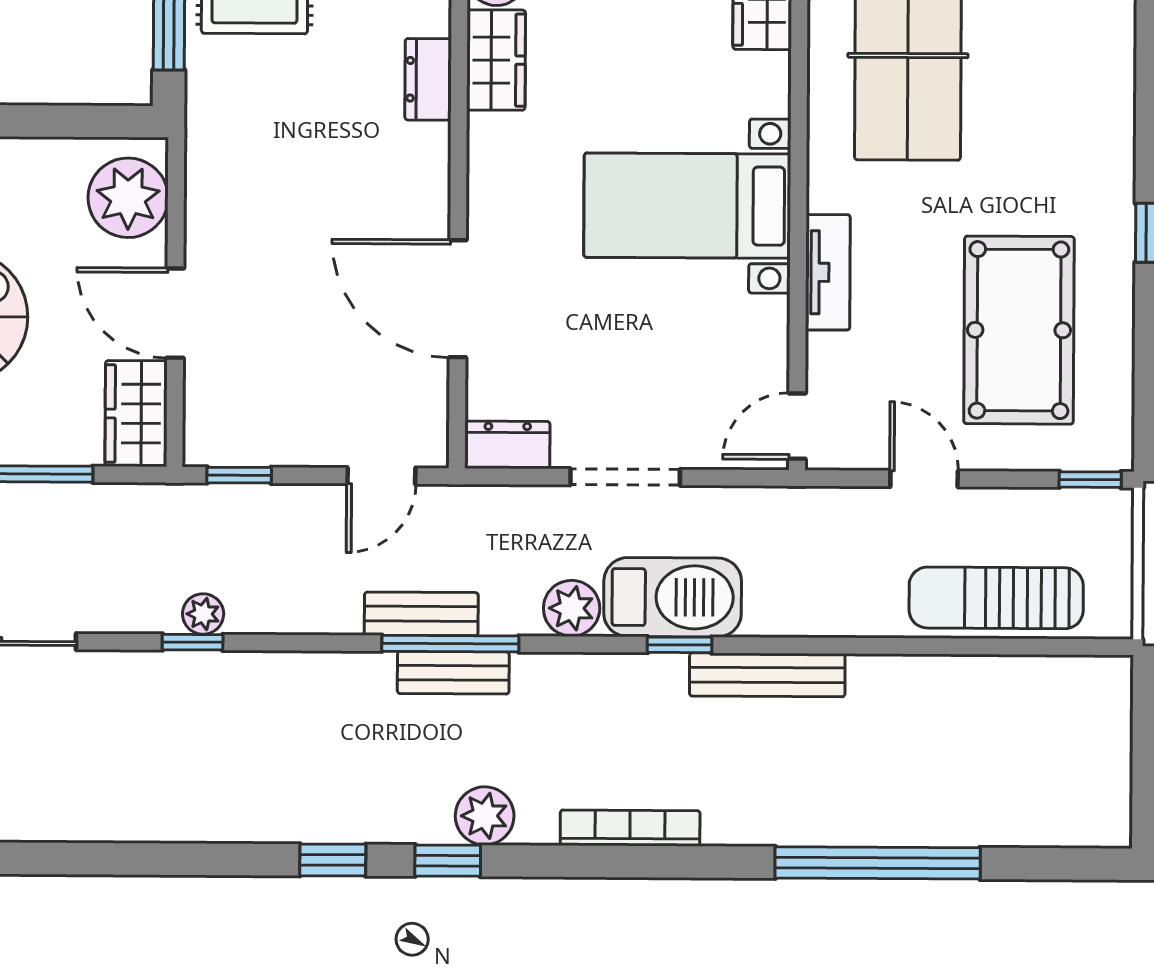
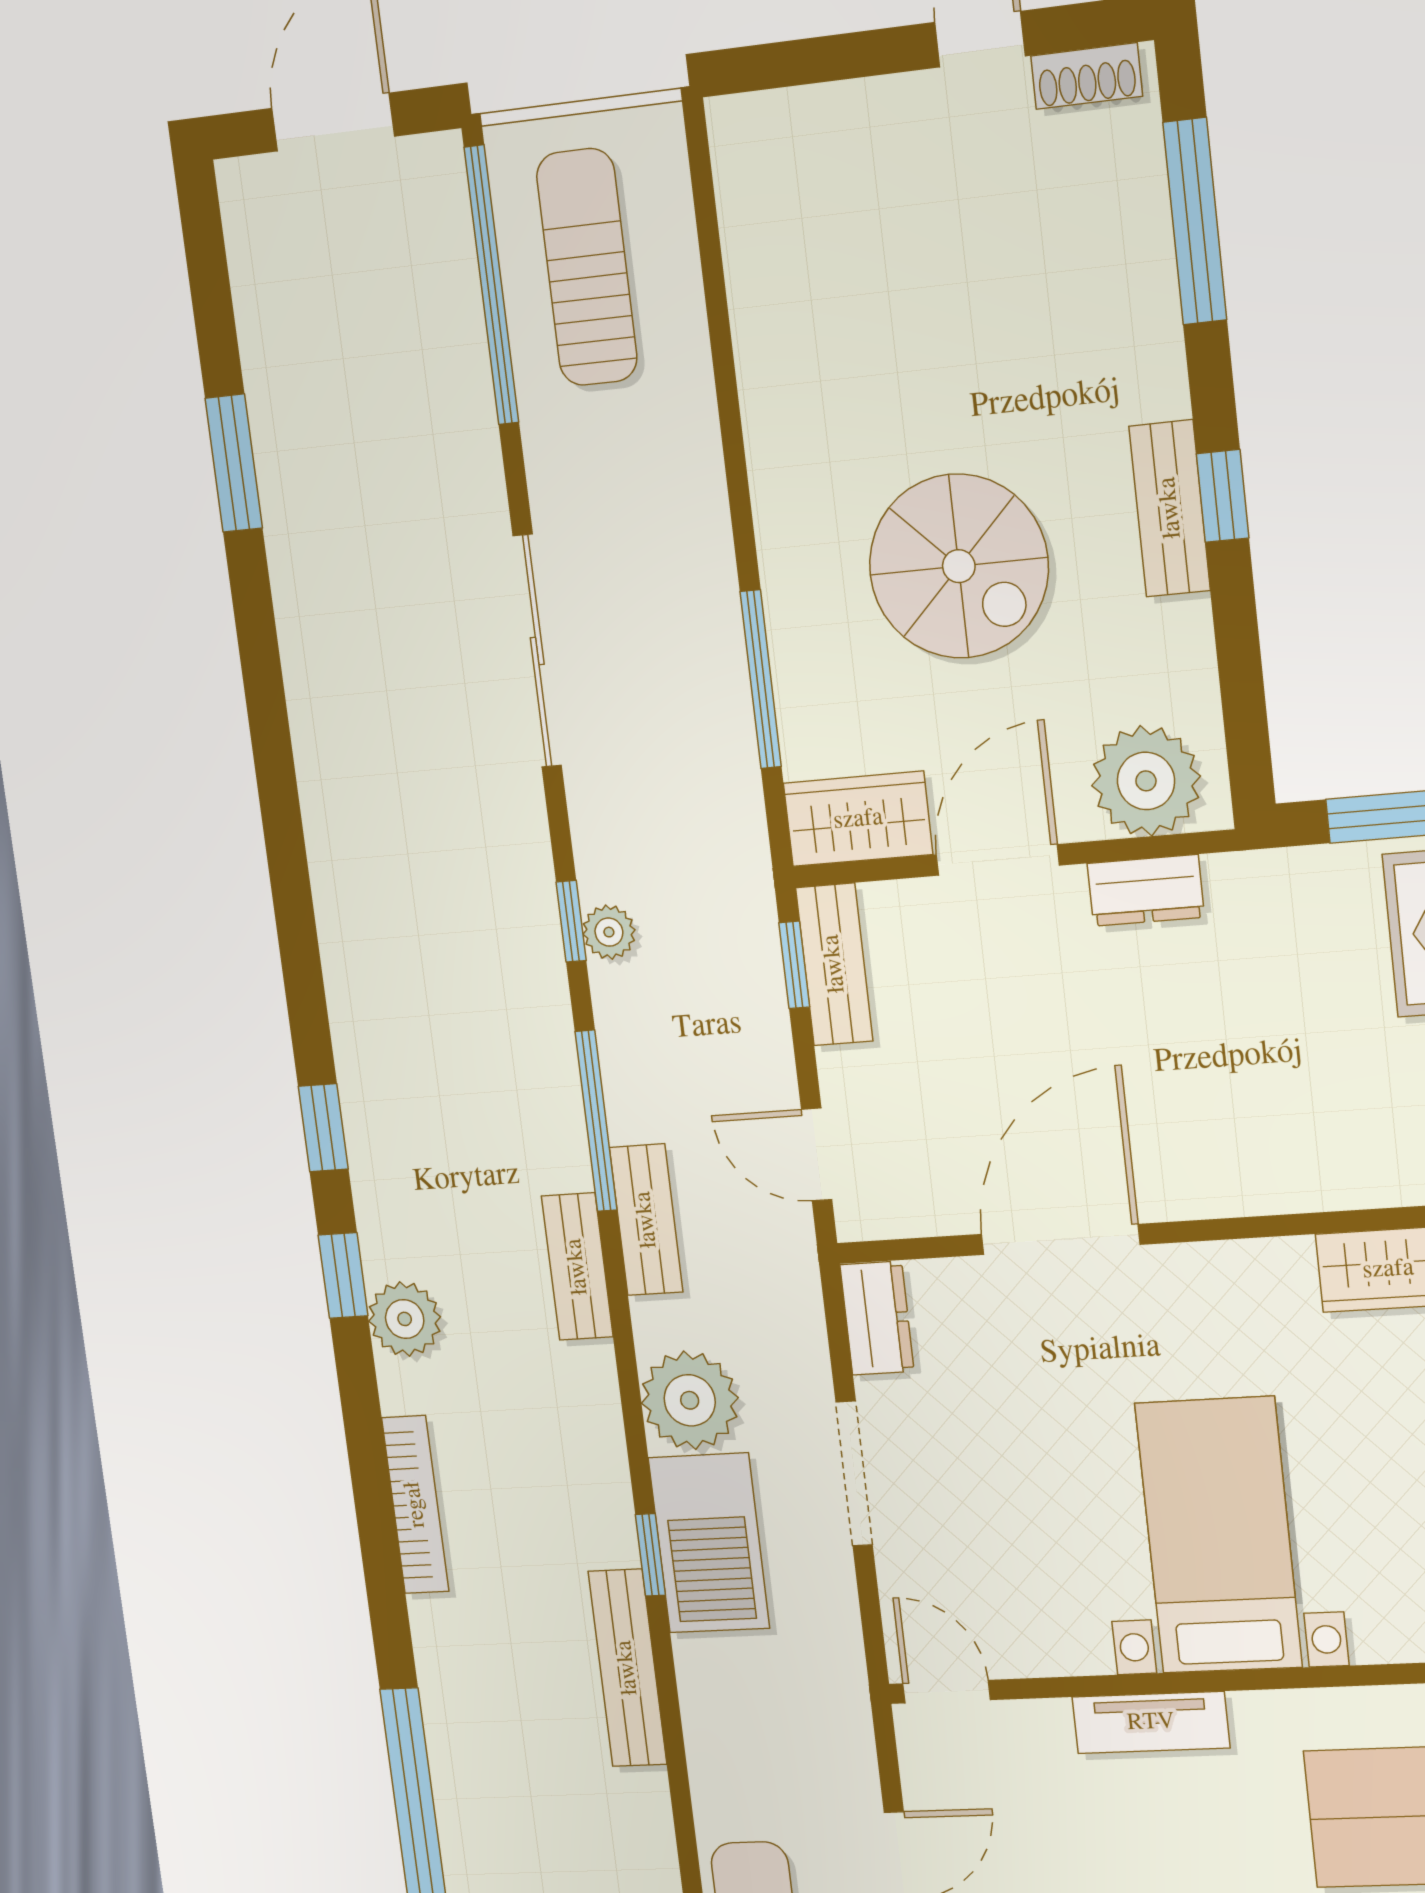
dresser: (428, 79) -> (1146, 890), moved, turned 180
bench: (241, 445) -> (834, 964), added
plant: (572, 608) -> (690, 1400), width x1.36, depth x1.36
window: (450, 644) -> (596, 1121), moved

